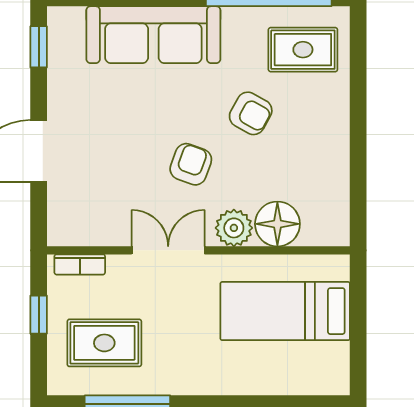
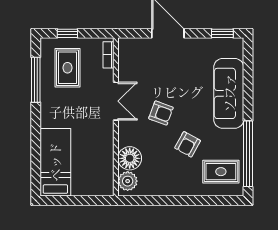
rug: (303, 50) -> (221, 172), turned 90
plant: (234, 228) -> (128, 181), moved
bed: (285, 311) -> (55, 162), moved
window: (39, 315) -> (67, 33), moved

